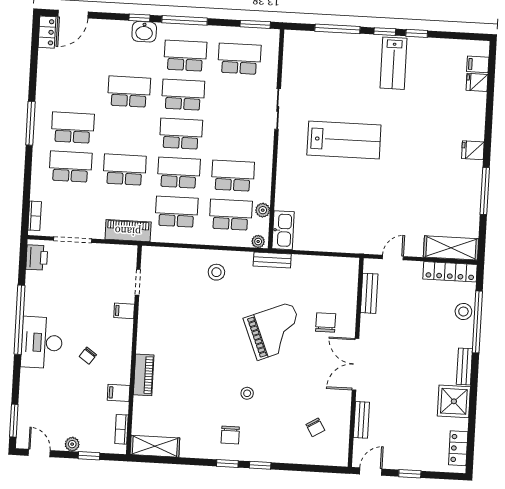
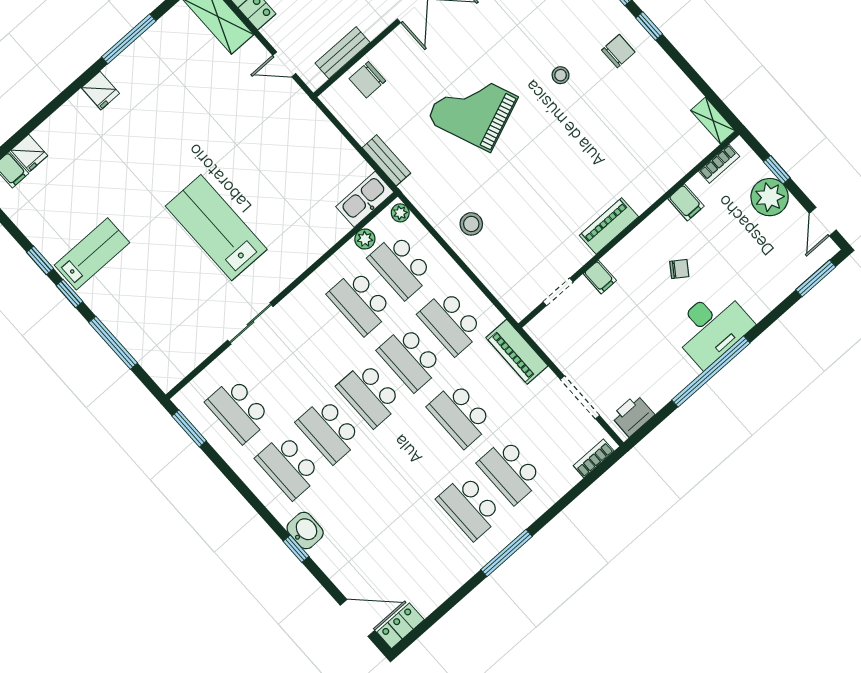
window: (185, 20) -> (254, 502), removed
school desk: (129, 92) -> (379, 487), removed
bench: (272, 260) -> (386, 160), moved
chair: (326, 323) -> (367, 80), moved
piano: (144, 375) -> (609, 226), moved
plant: (72, 444) -> (770, 197), width x1.88, depth x1.88
shelving: (155, 446) -> (713, 120), width x0.67, depth x0.75

